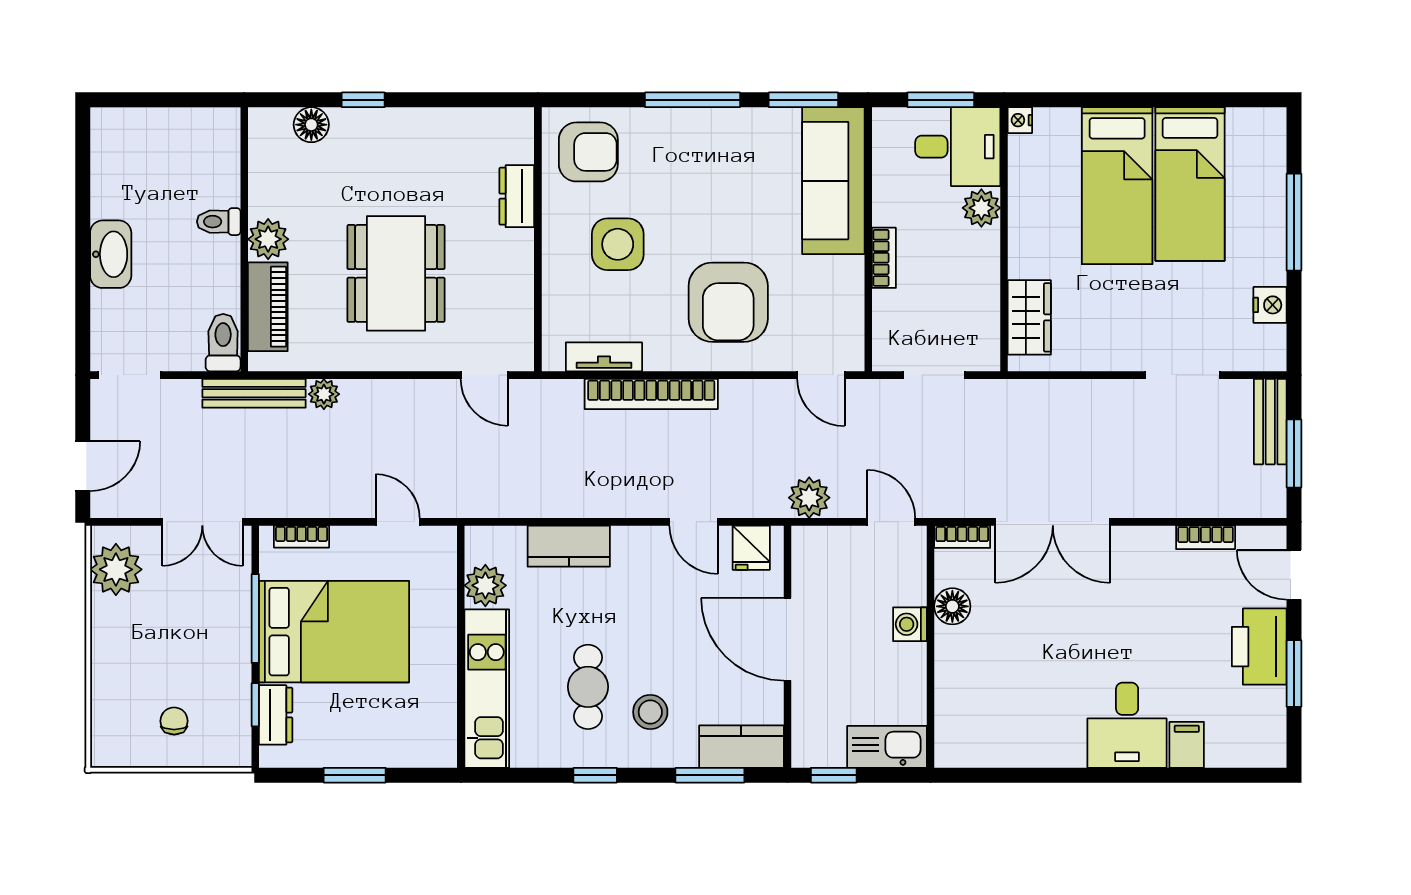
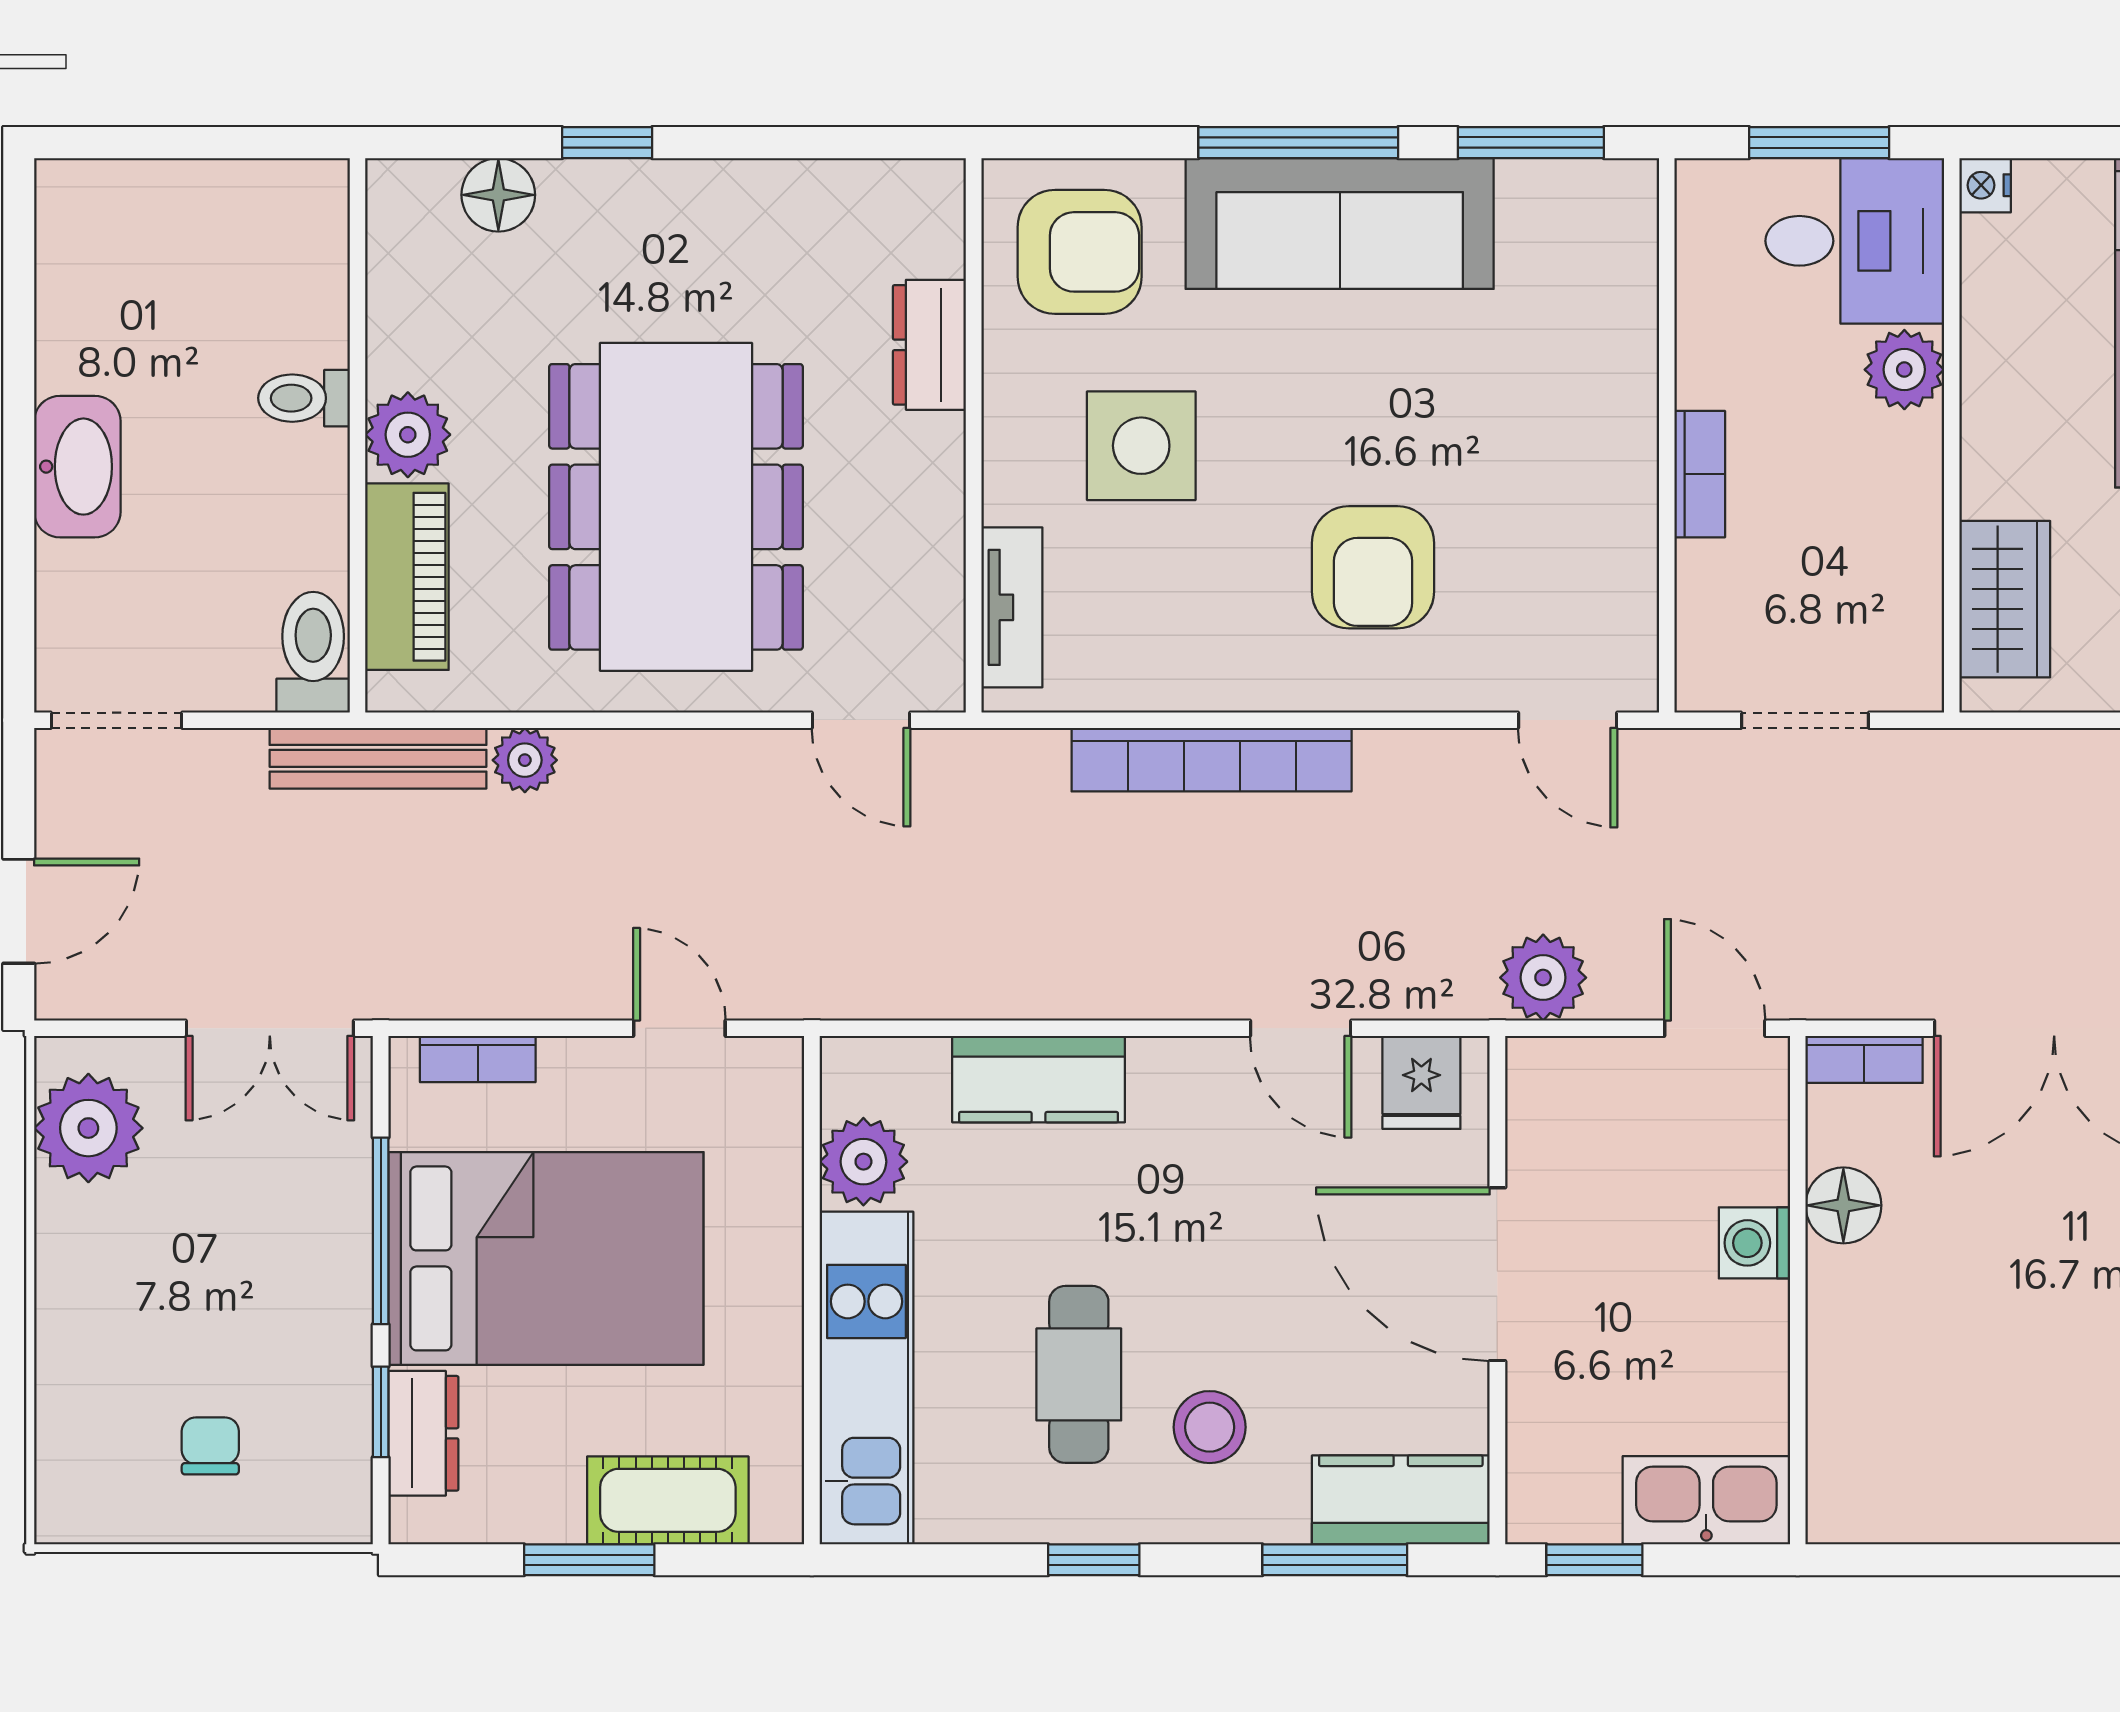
sofa: (833, 181) -> (1340, 223), moved, turned -90
dining table: (396, 273) -> (676, 507), width x1.36, depth x1.24
armchair: (728, 302) -> (1373, 567), width x0.73, depth x0.73
tv unit: (604, 357) -> (1012, 607), moved, turned 90
cot: (392, 747) -> (668, 1500), added

